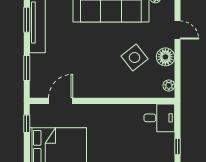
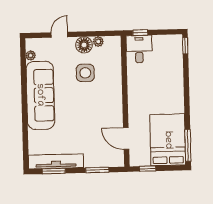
side table: (134, 58) -> (85, 73), turned 38
plant: (169, 85) -> (98, 42), moved
window: (177, 147) -> (140, 33), moved

